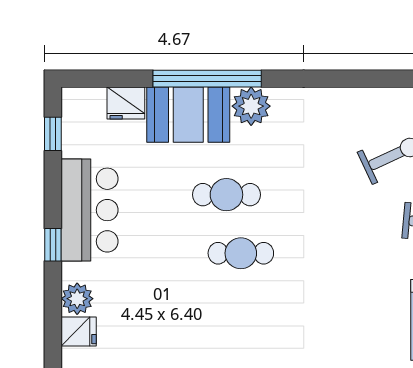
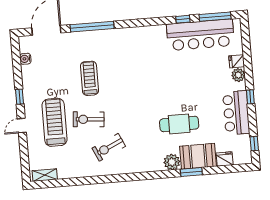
window: (207, 79) -> (191, 172), width x0.47
cafe table: (226, 195) -> (179, 124), width x1.37, depth x1.35
cafe table: (241, 253) -> (171, 100), removed

